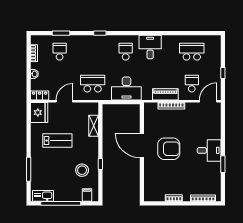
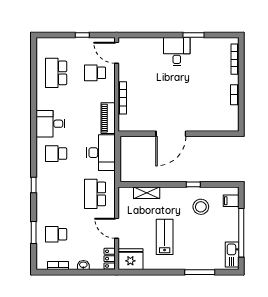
piano: (165, 94) -> (108, 118), moved
armchair: (169, 149) -> (175, 101), removed

